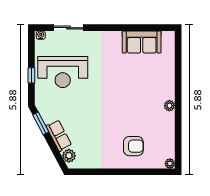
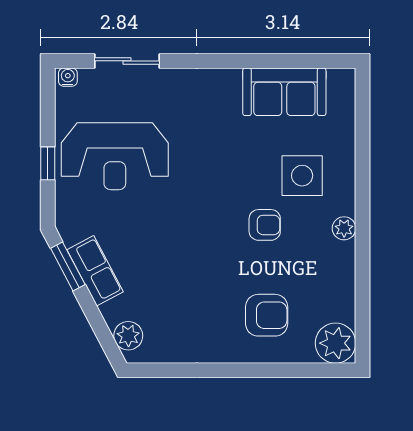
side table: (150, 81) -> (302, 176), added
armchair: (133, 104) -> (265, 225), added
row of seats: (59, 136) -> (95, 271), moved
plant: (170, 164) -> (335, 343), width x1.88, depth x1.88

